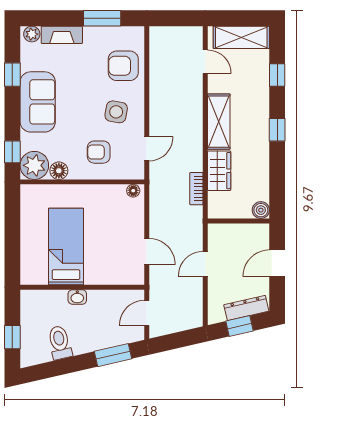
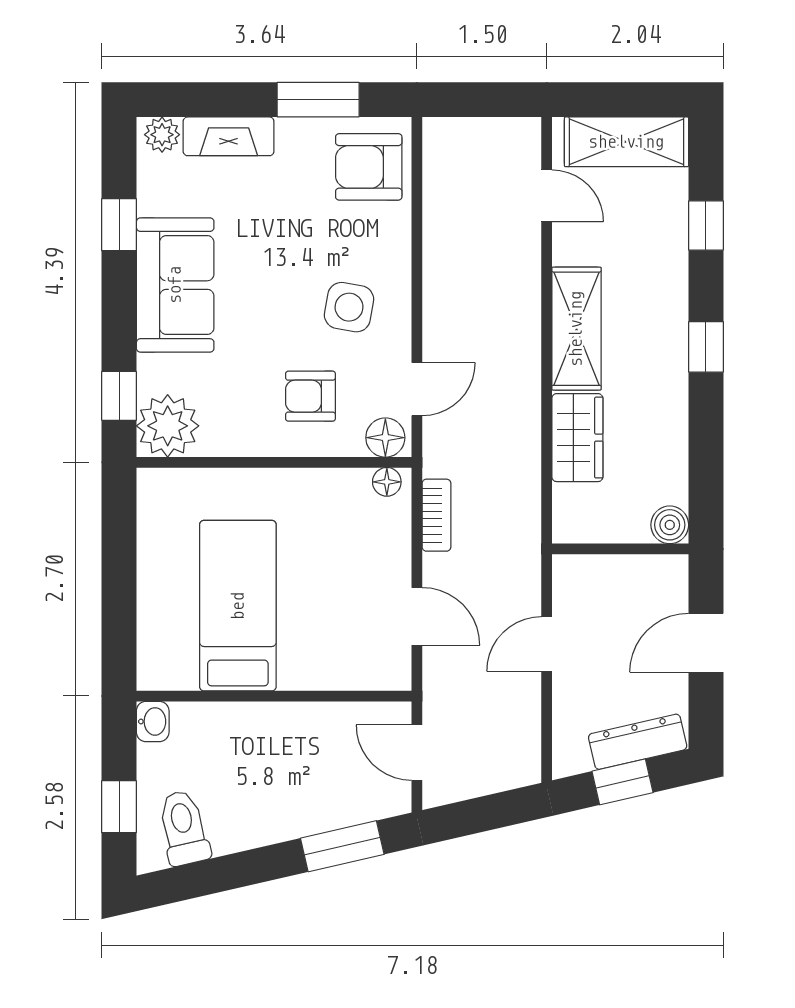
armchair: (123, 66) -> (369, 167), moved
floor lamp: (59, 171) -> (385, 438), moved
bookcase: (196, 189) -> (436, 515), moved, turned 180
washbasin: (77, 297) -> (153, 721), moved, turned -90
door: (147, 313) -> (417, 753), hinge flipped
toilet: (60, 343) -> (184, 828), moved

